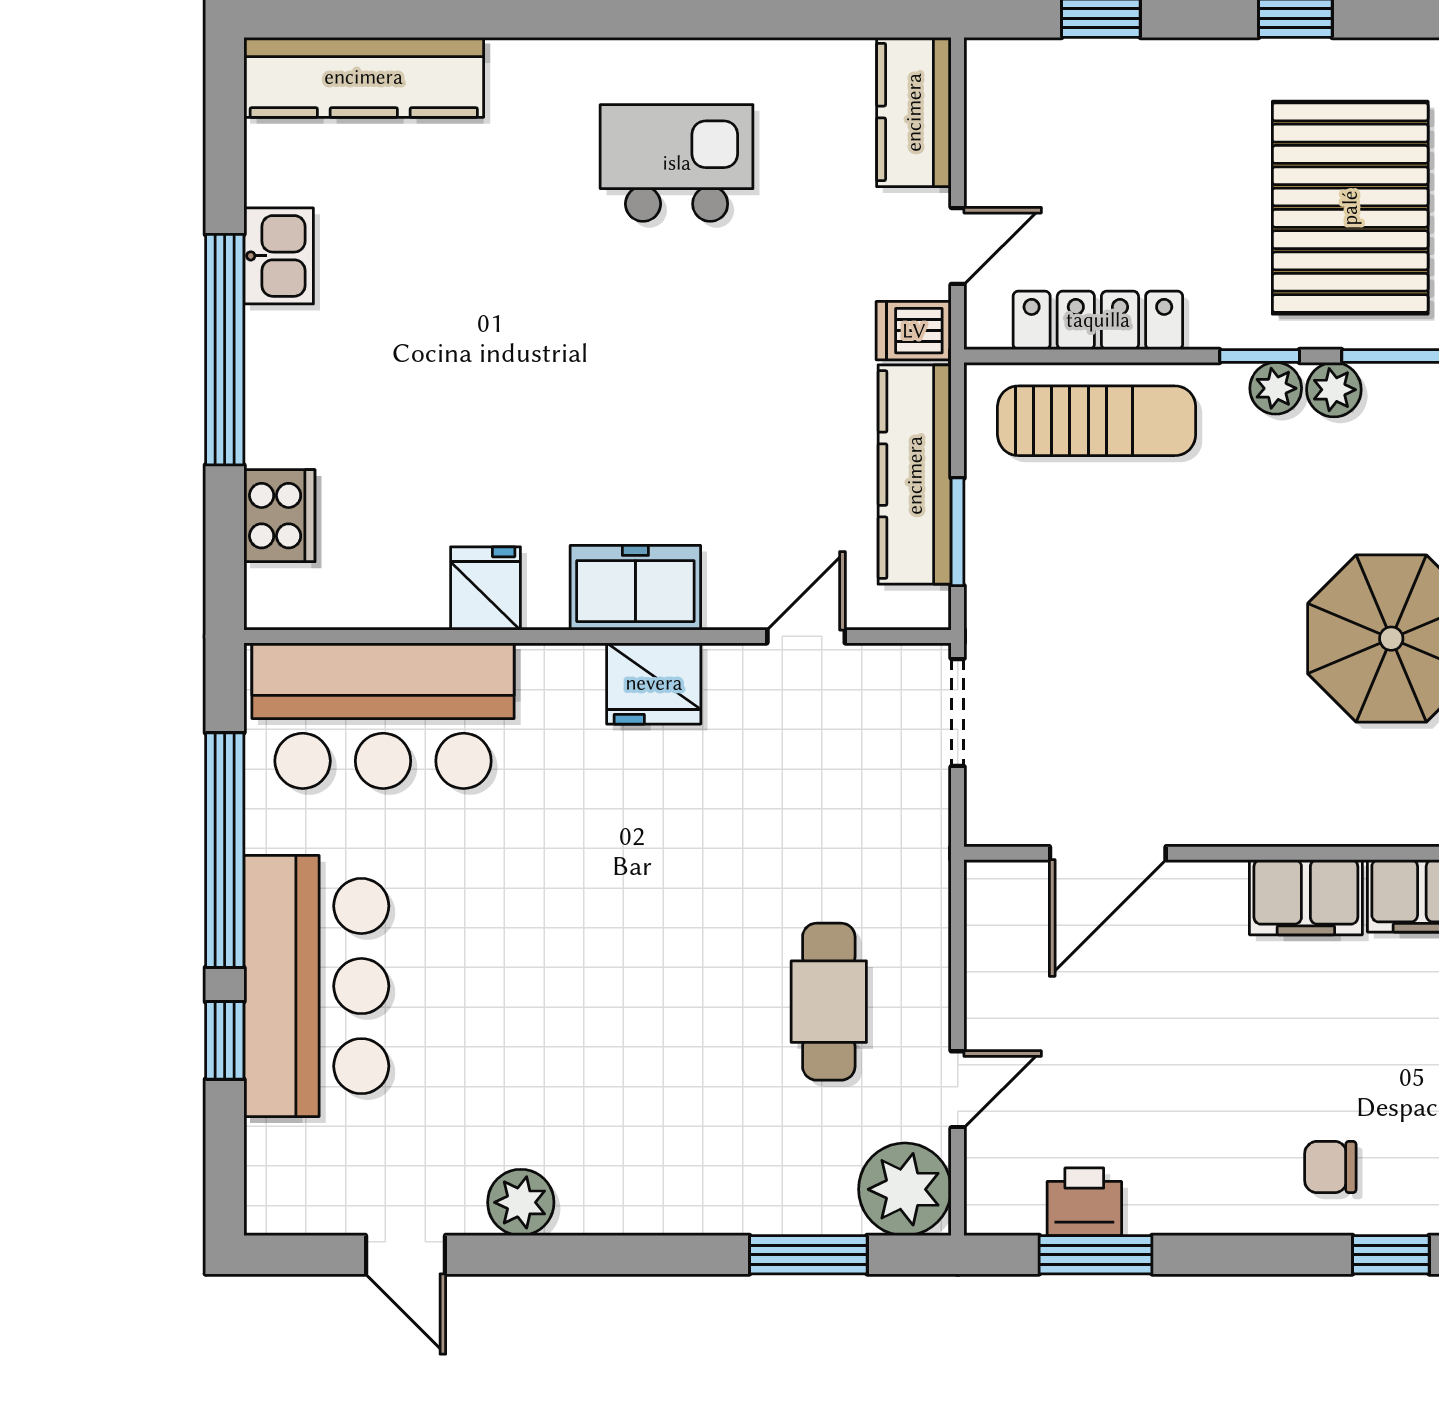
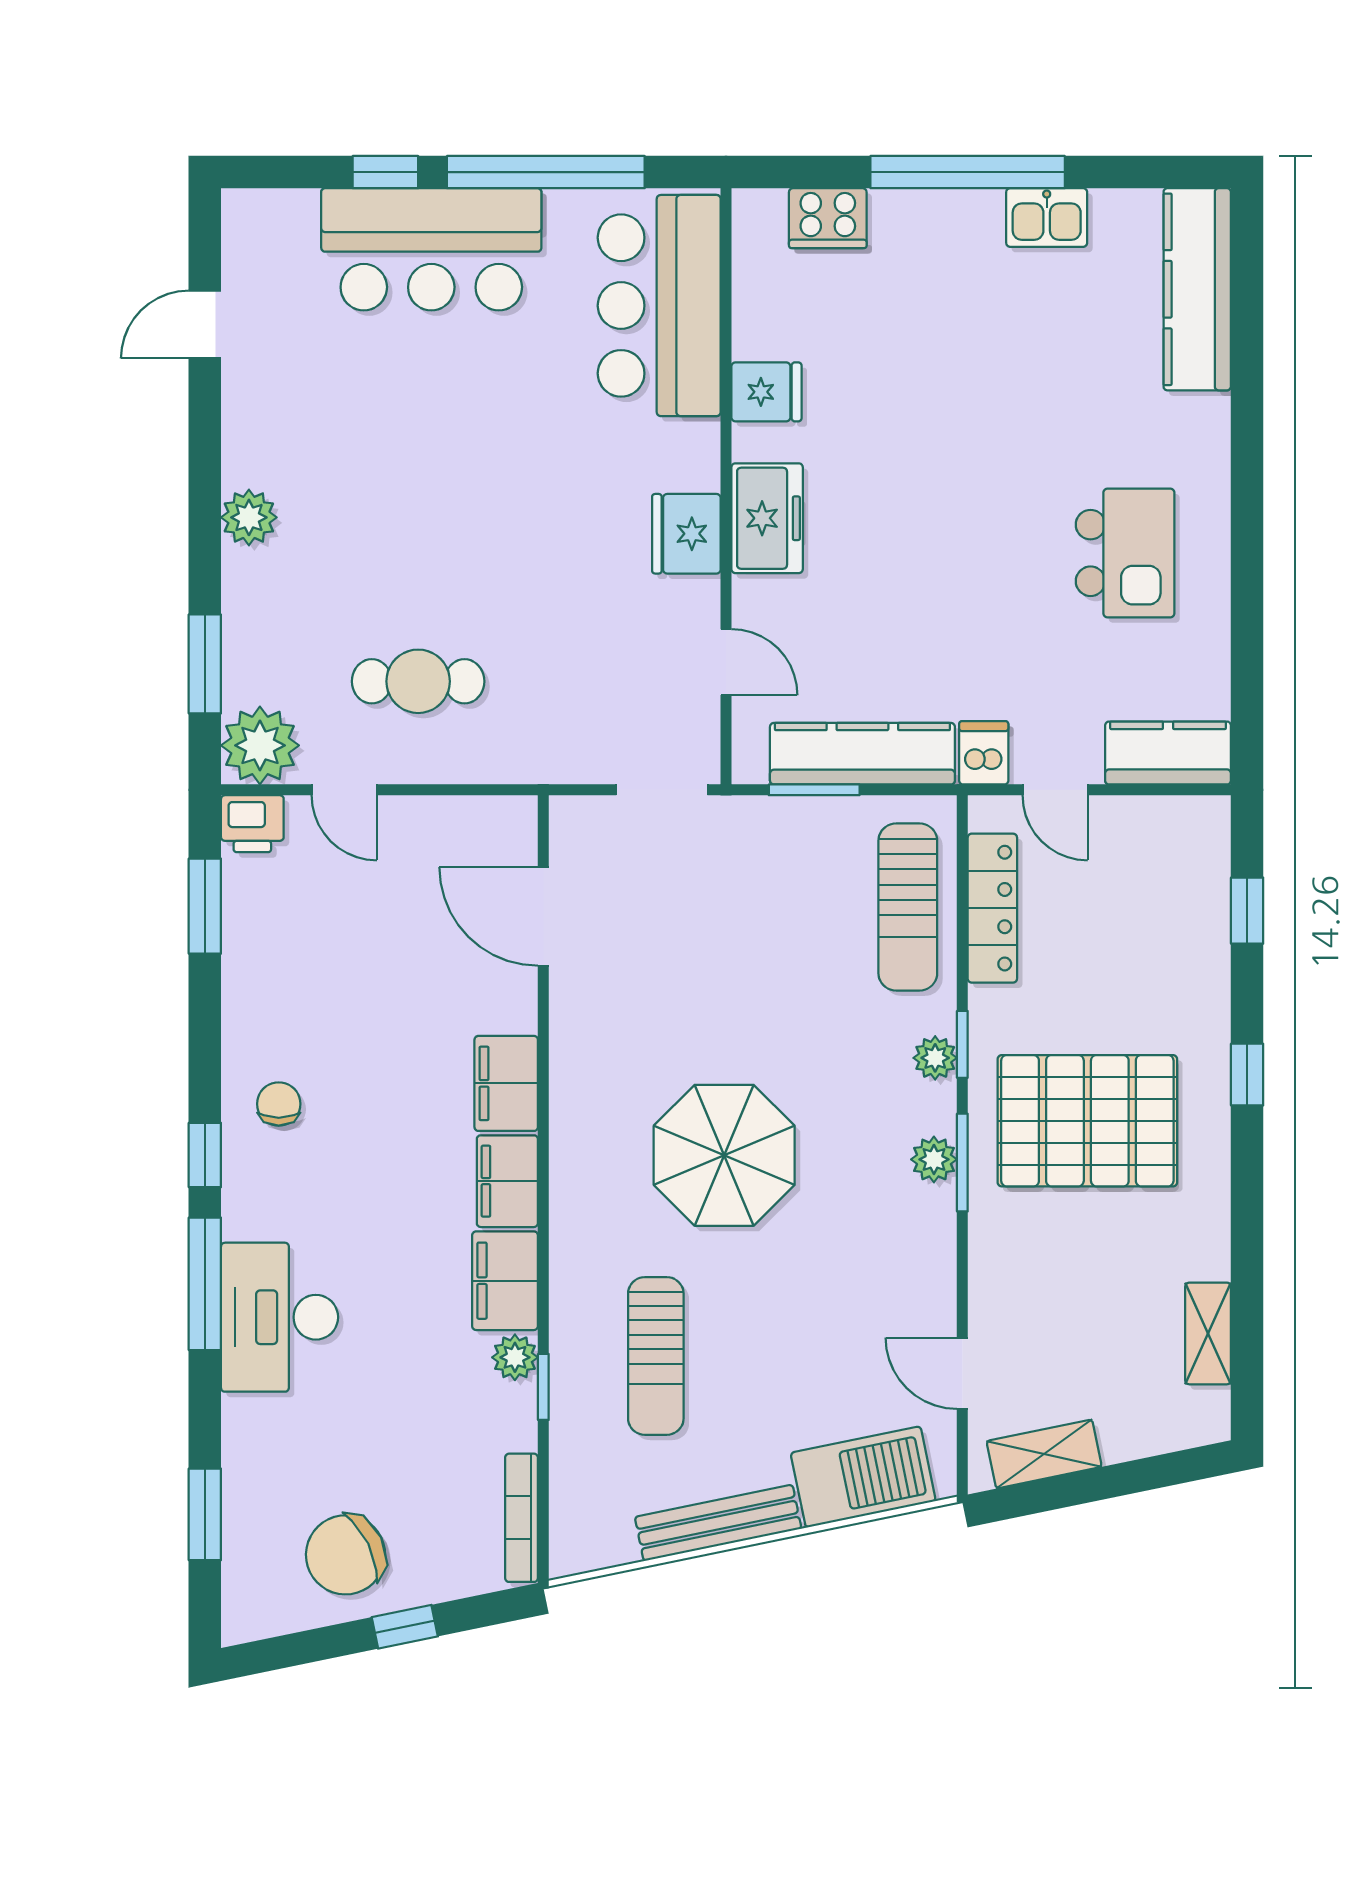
plant: (1334, 390) -> (934, 1159), moved
plant: (521, 1202) -> (249, 517), moved
printer: (1084, 1202) -> (252, 824), moved, turned 90

